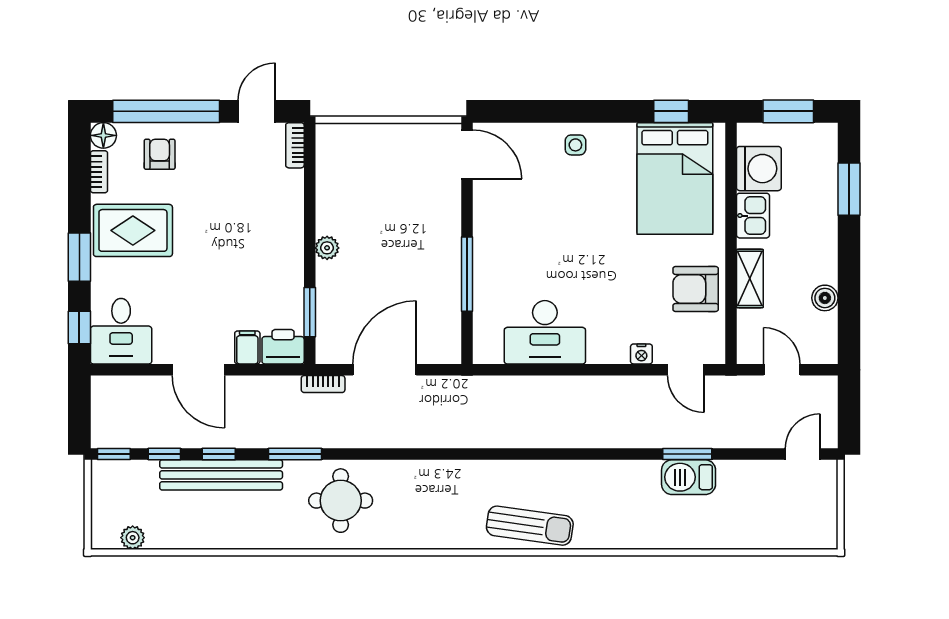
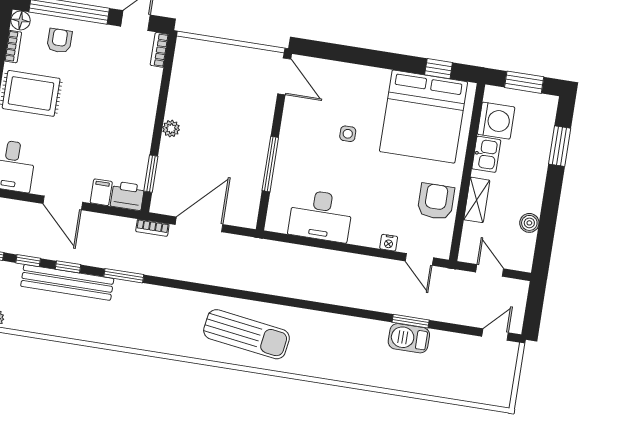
side table: (575, 145) -> (348, 134), moved
bed: (675, 179) -> (423, 117), width x1.36
armchair: (696, 289) -> (436, 201), turned 90
round table: (341, 501) -> (152, 315), removed
sun lounger: (530, 526) -> (247, 334), moved, width x1.36, depth x1.34

